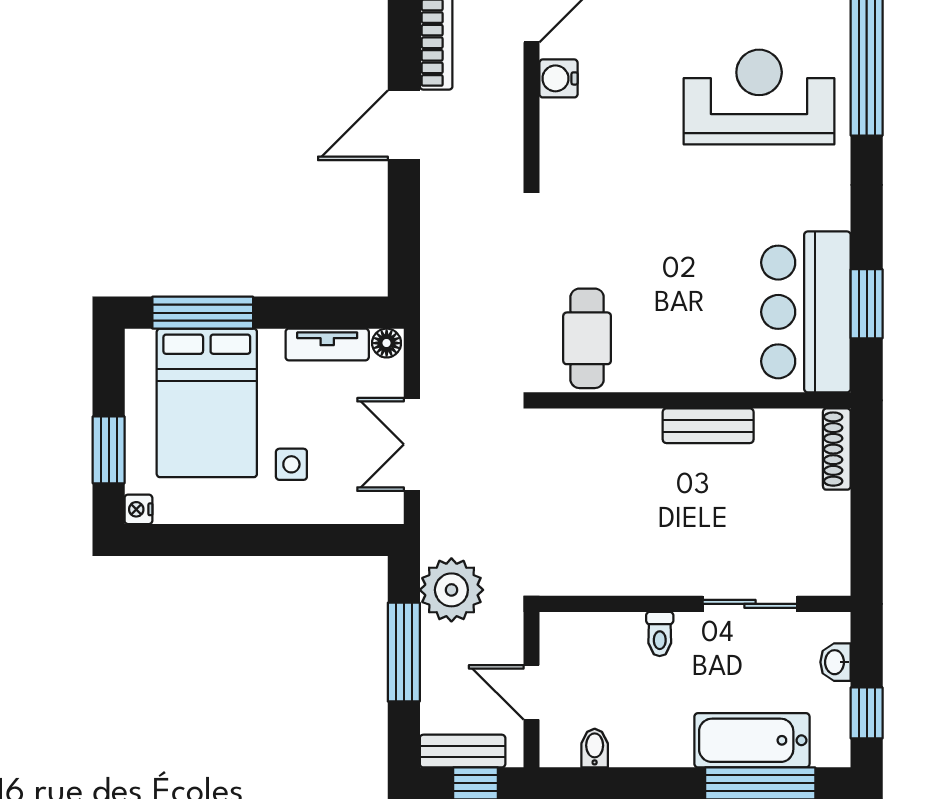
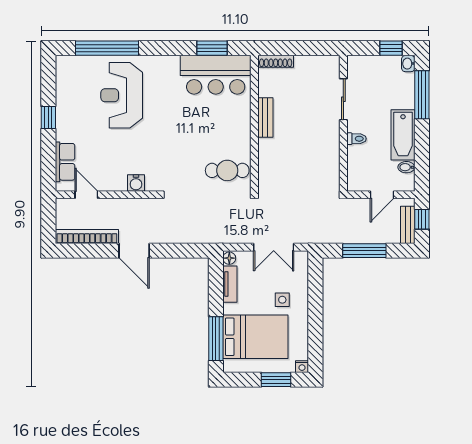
water cooler: (559, 78) -> (136, 183), moved
plant: (451, 590) -> (337, 230), removed
washbasin: (835, 662) -> (408, 64), moved, turned 90
bathtub: (752, 740) -> (403, 135), moved

